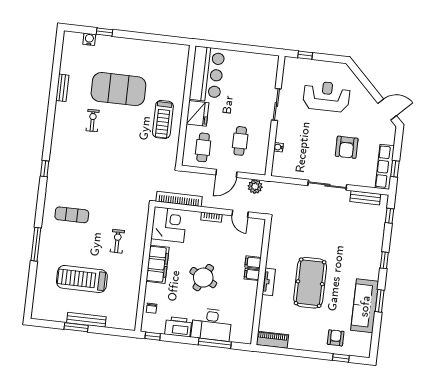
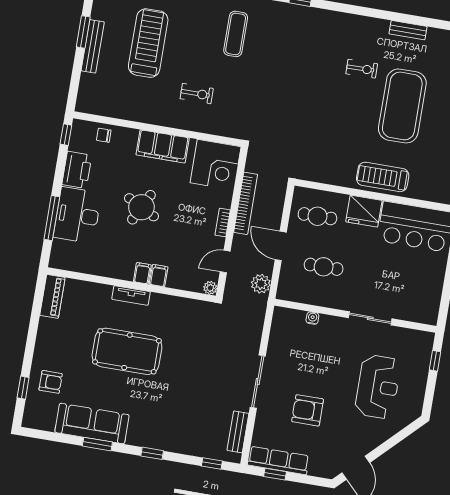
treadmill: (163, 120) -> (383, 177), moved
bookcase: (179, 199) -> (246, 203), moved
plant: (260, 224) -> (210, 288), added

